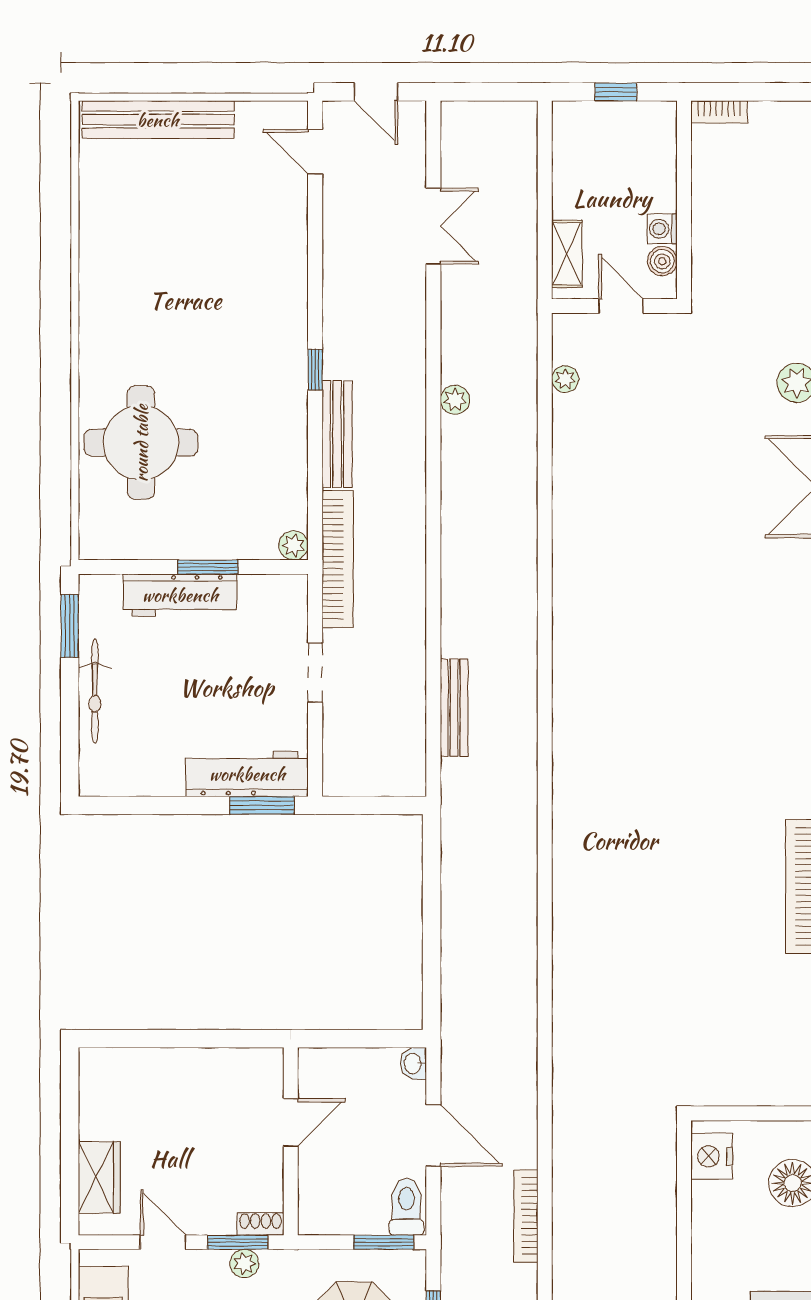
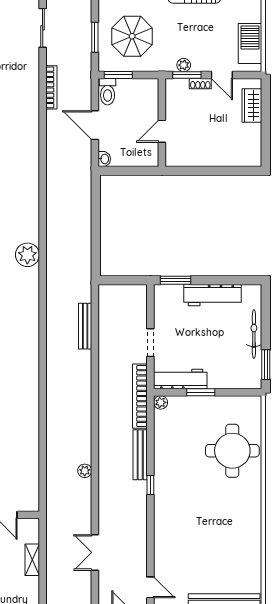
shelving: (567, 254) -> (32, 560), moved
plant: (565, 379) -> (27, 255), moved, width x1.87, depth x1.87
workbench: (180, 595) -> (180, 379), moved
workbench: (247, 774) -> (212, 295), moved
shoe rack: (261, 1224) -> (200, 84), moved

